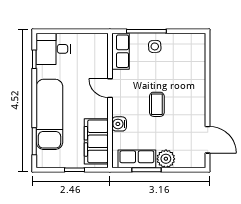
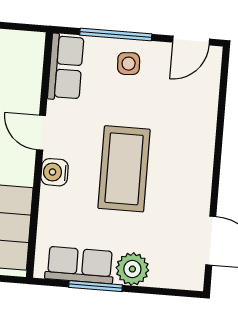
door: (188, 31) -> (191, 41), added
coffee table: (157, 104) -> (124, 169), width x1.86, depth x1.72
water cooler: (119, 124) -> (55, 172), moved

